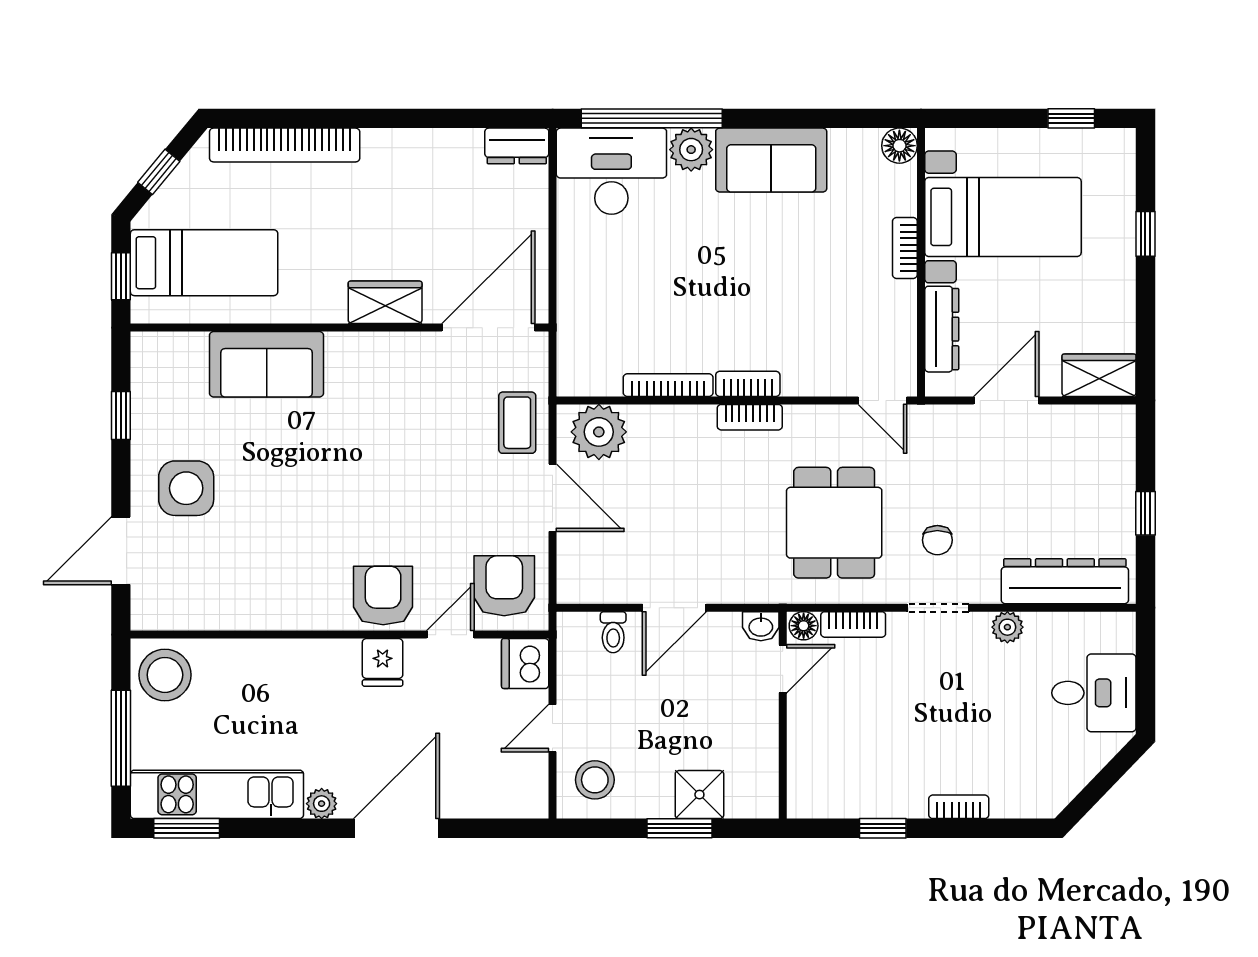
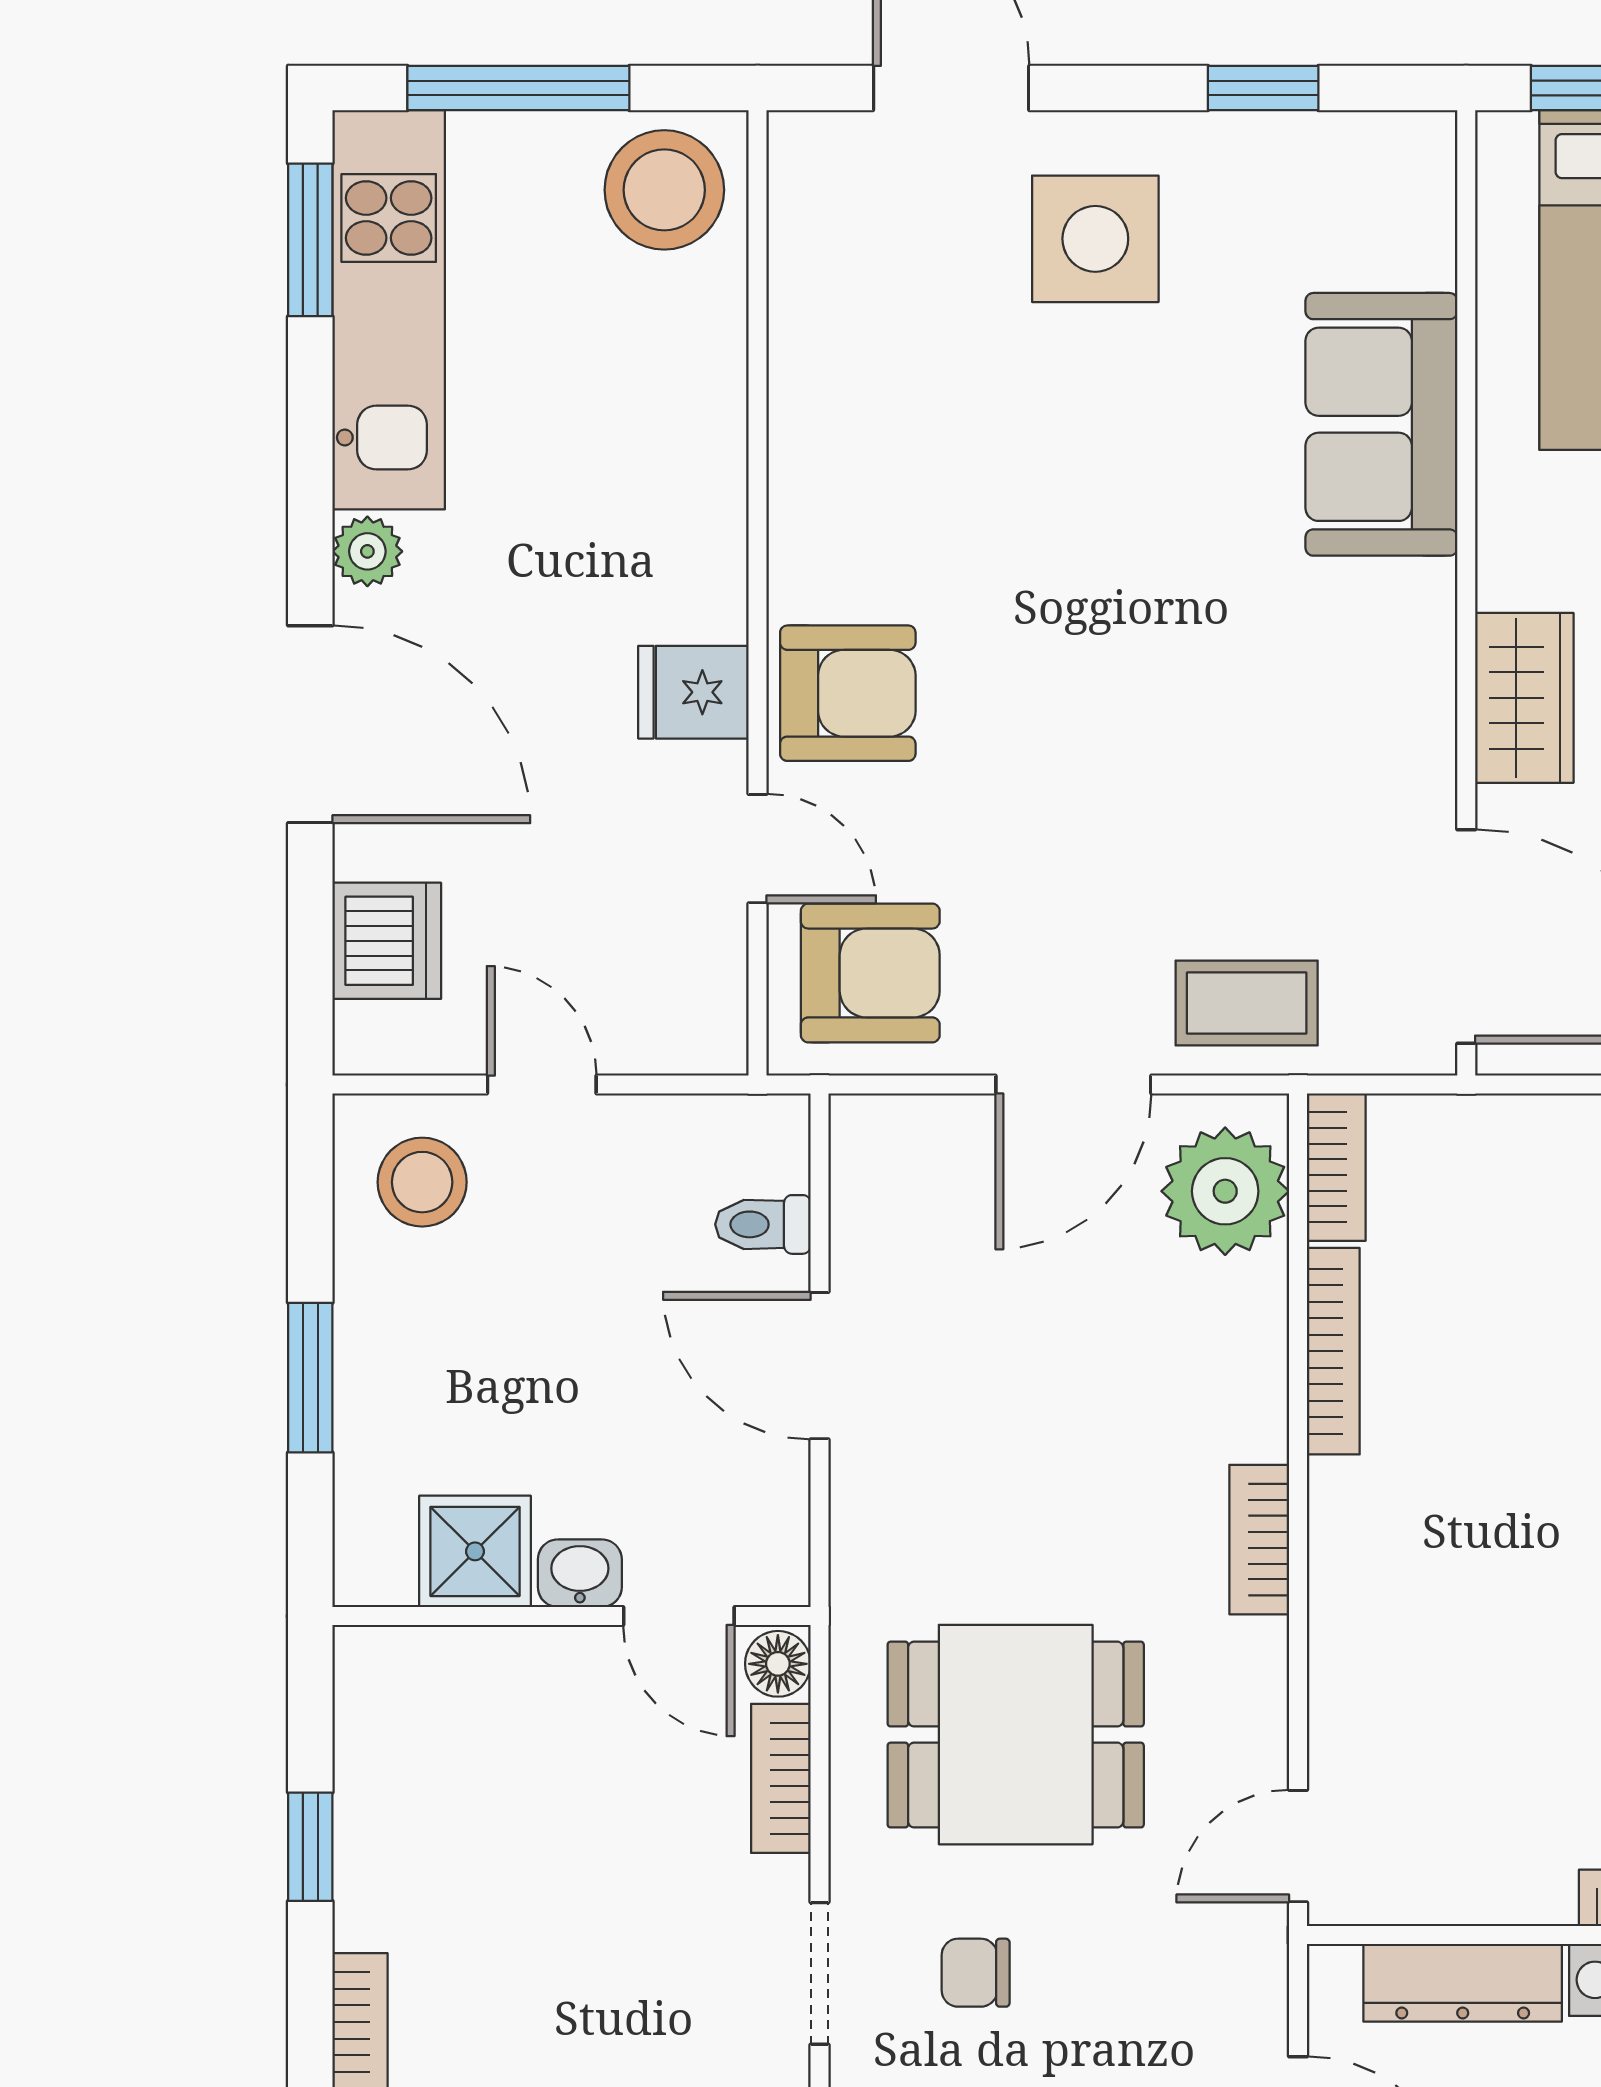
bookcase: (748, 384) -> (1336, 1167), moved
washbasin: (761, 626) -> (580, 1573), moved, turned 90
dishwasher: (525, 664) -> (387, 941), moved, turned 90
shower: (699, 795) -> (475, 1551), moved

